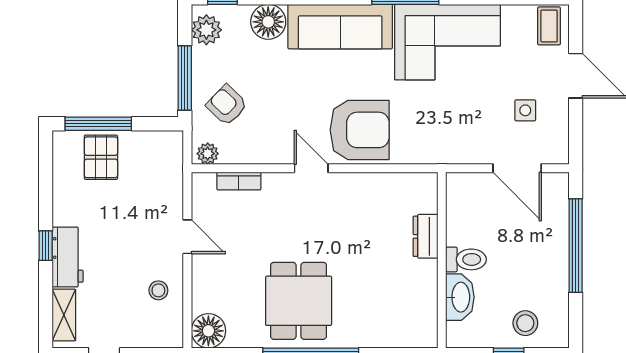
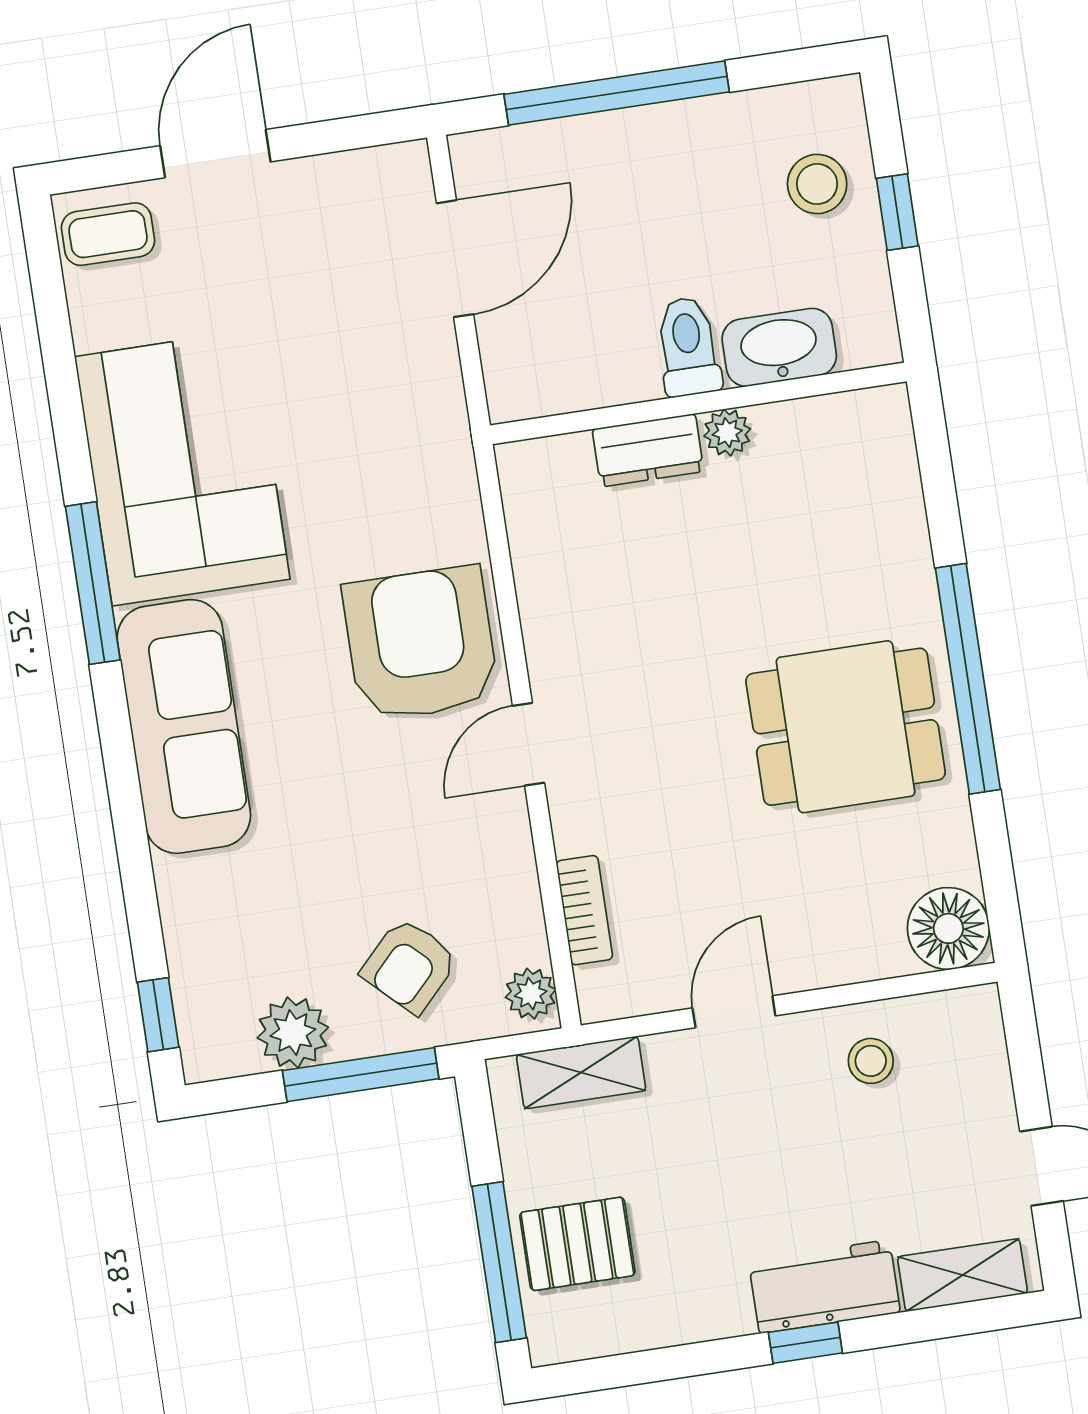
floor lamp: (268, 22) -> (198, 898), removed
plant: (206, 30) -> (293, 1033), moved
side table: (525, 110) -> (315, 260), removed
shelving: (172, 170) -> (581, 1073), added
plant: (428, 270) -> (727, 433), added

